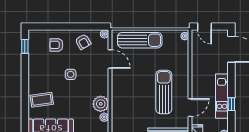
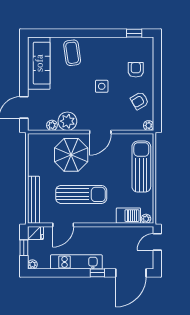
sun lounger: (140, 40) -> (141, 167), turned 180
barbecue: (182, 51) -> (128, 216), added
door: (110, 59) -> (100, 132), moved
parasol: (130, 101) -> (71, 155), added
window: (231, 104) -> (97, 273), moved
door: (190, 108) -> (63, 225), hinge flipped

